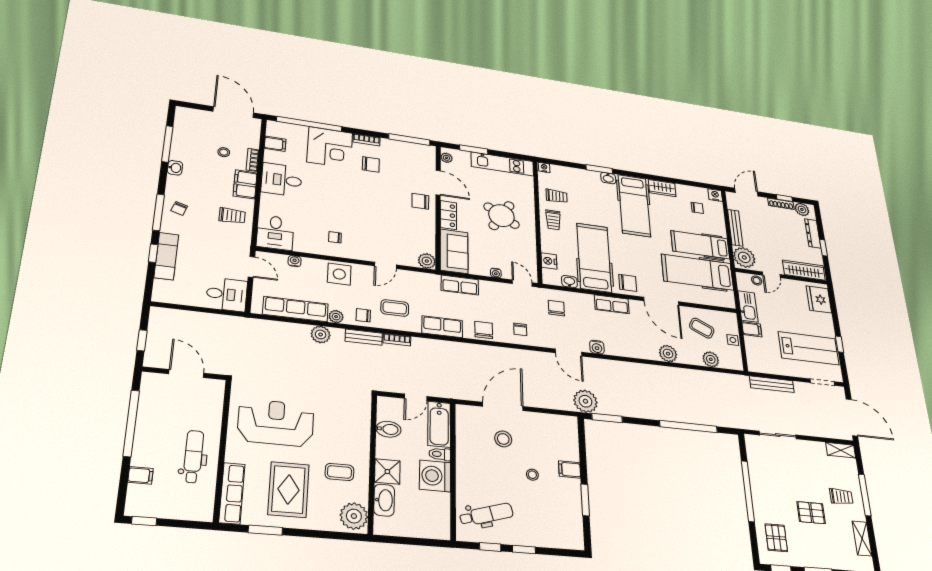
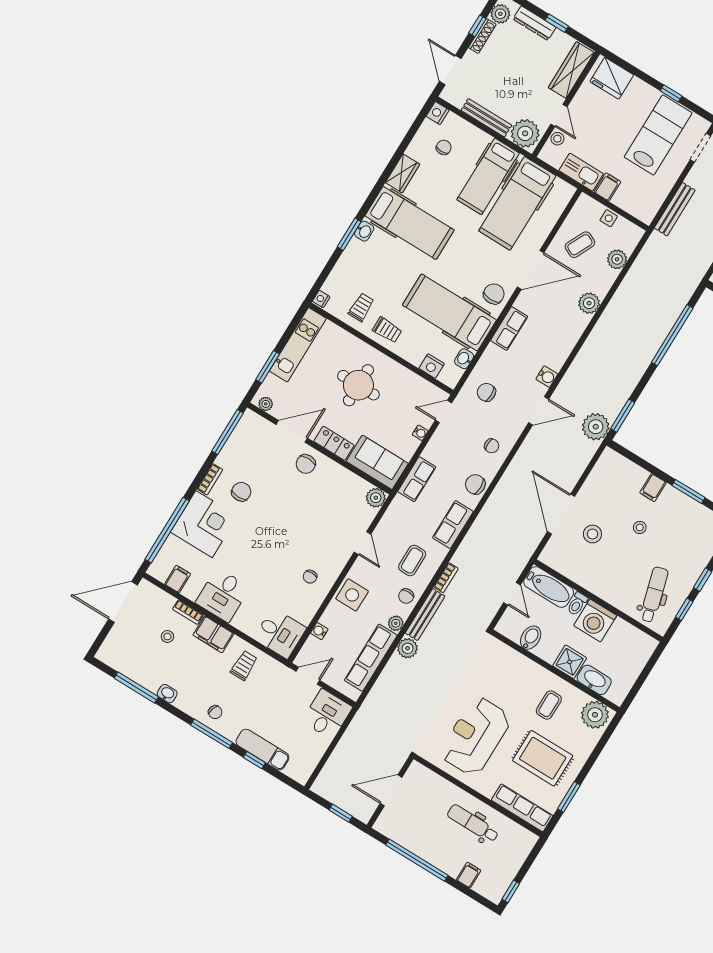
round table: (501, 216) -> (358, 385), turned -32
bench: (364, 337) -> (425, 615), width x1.36

